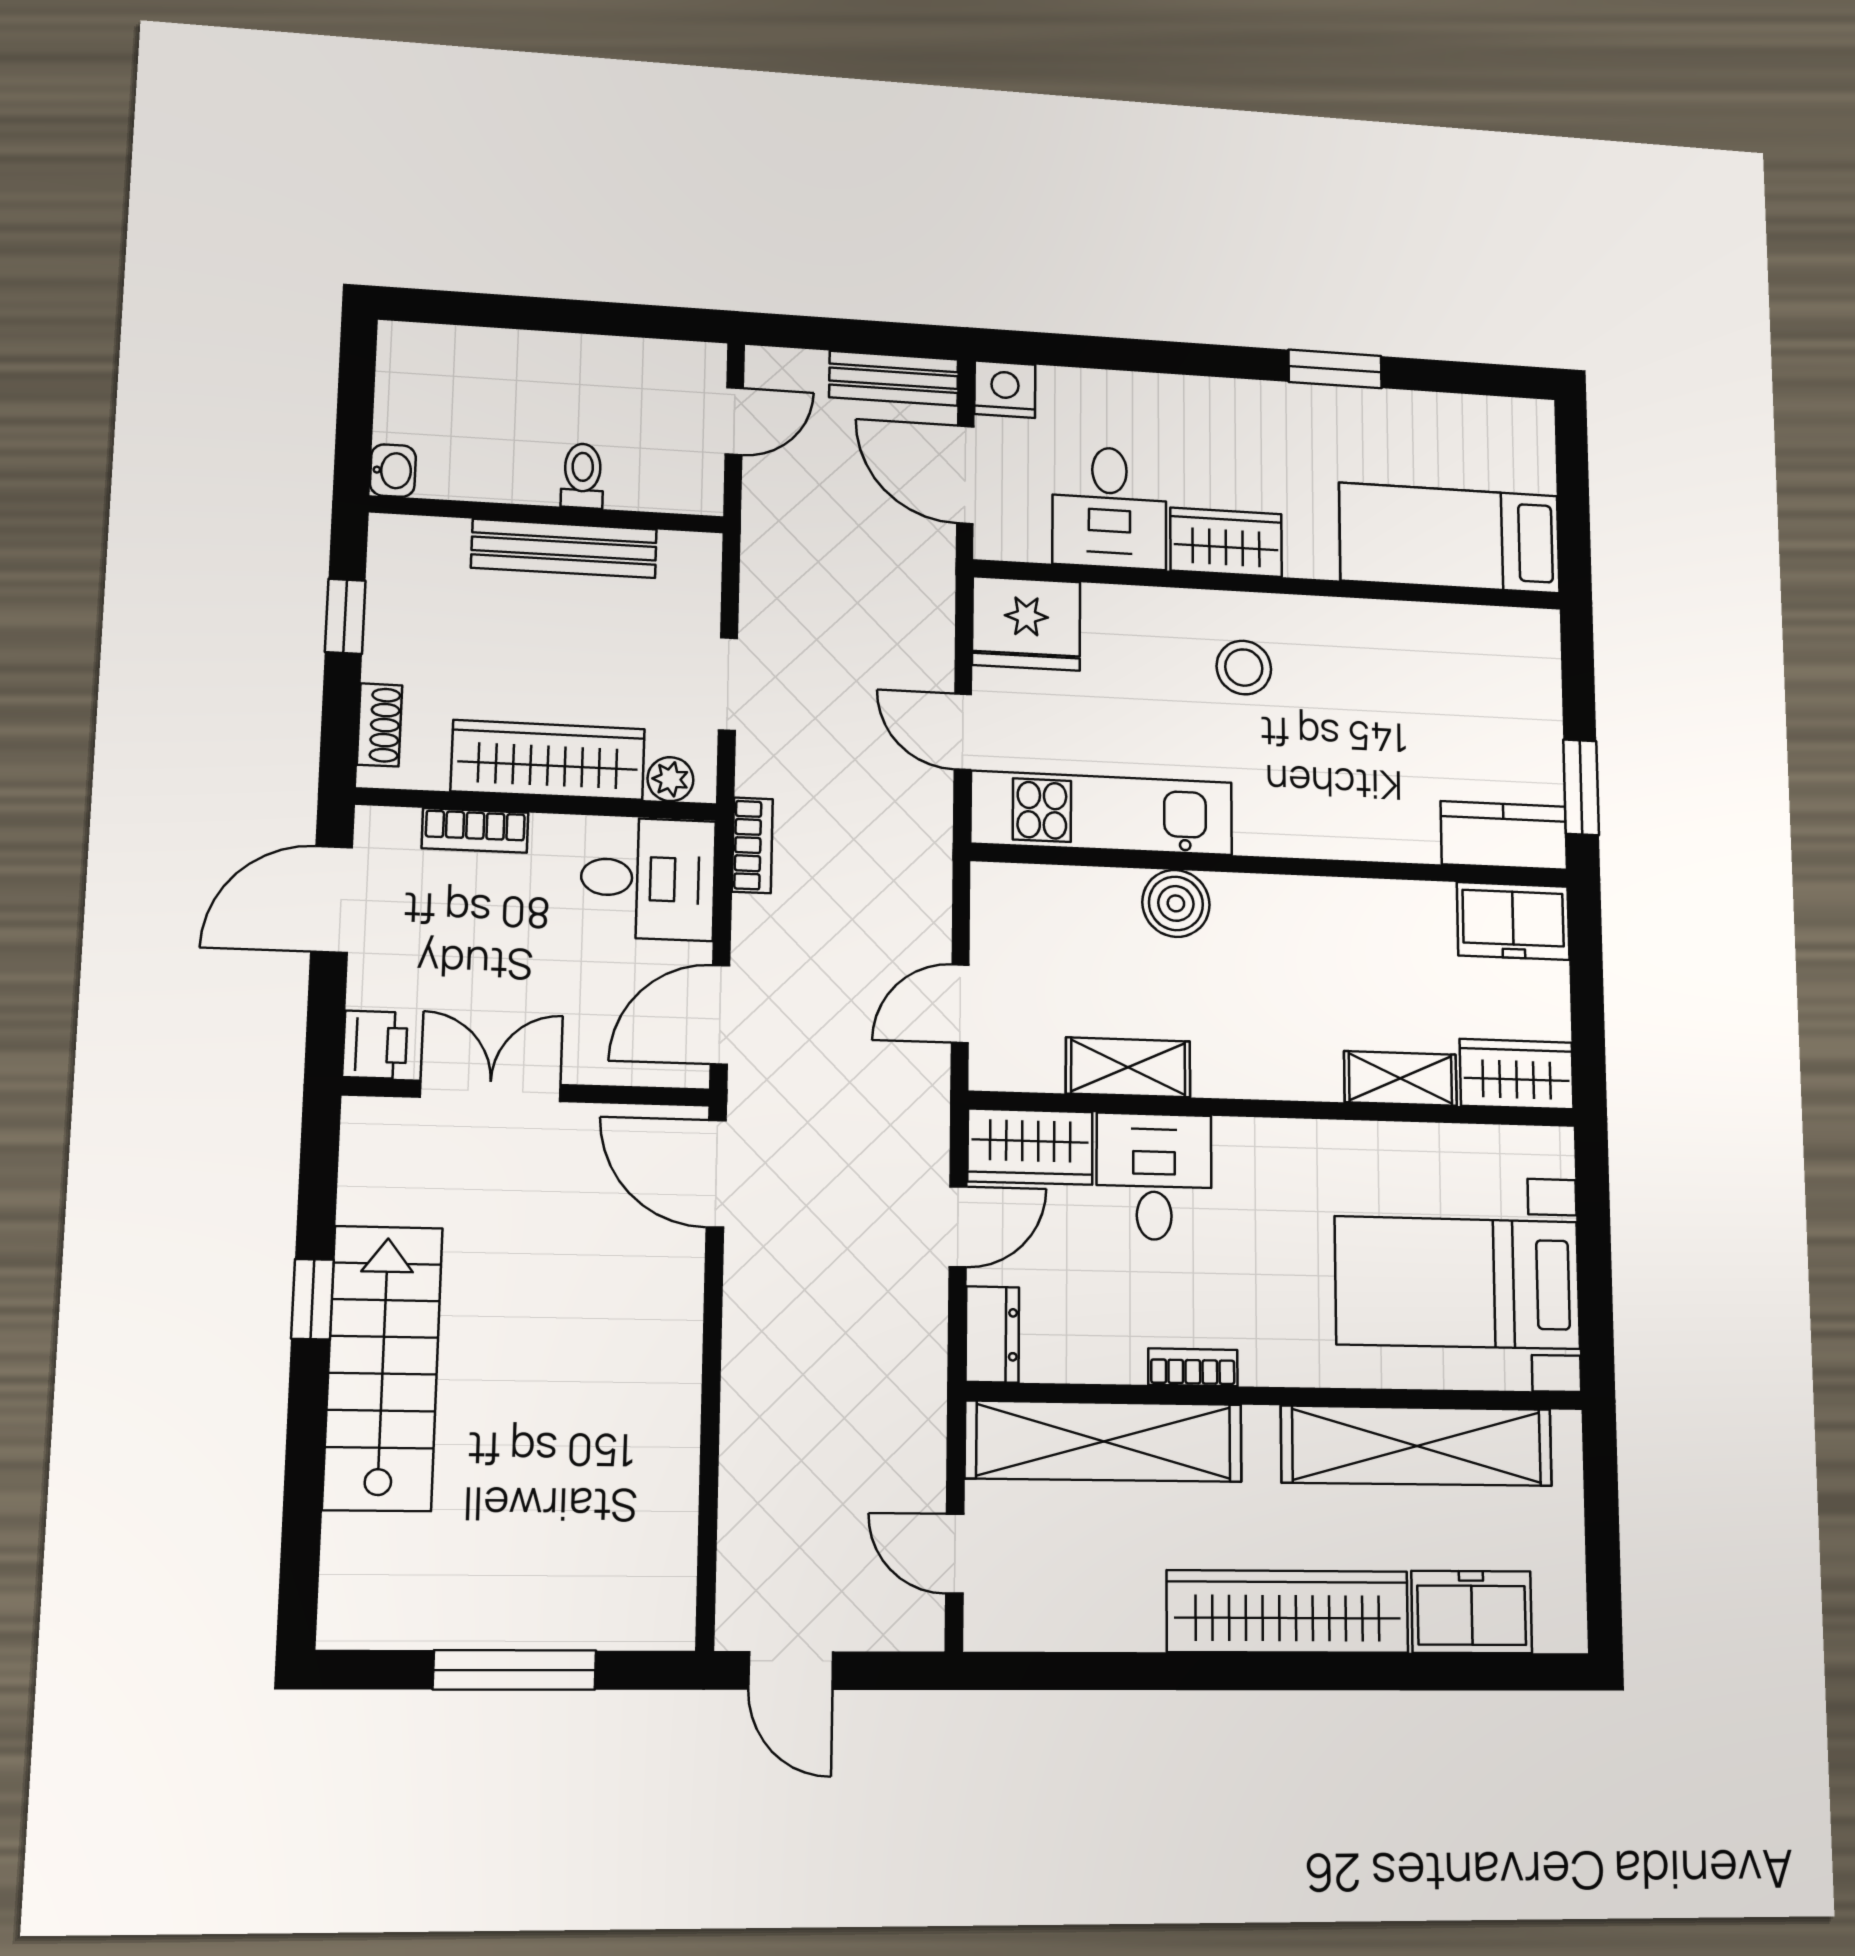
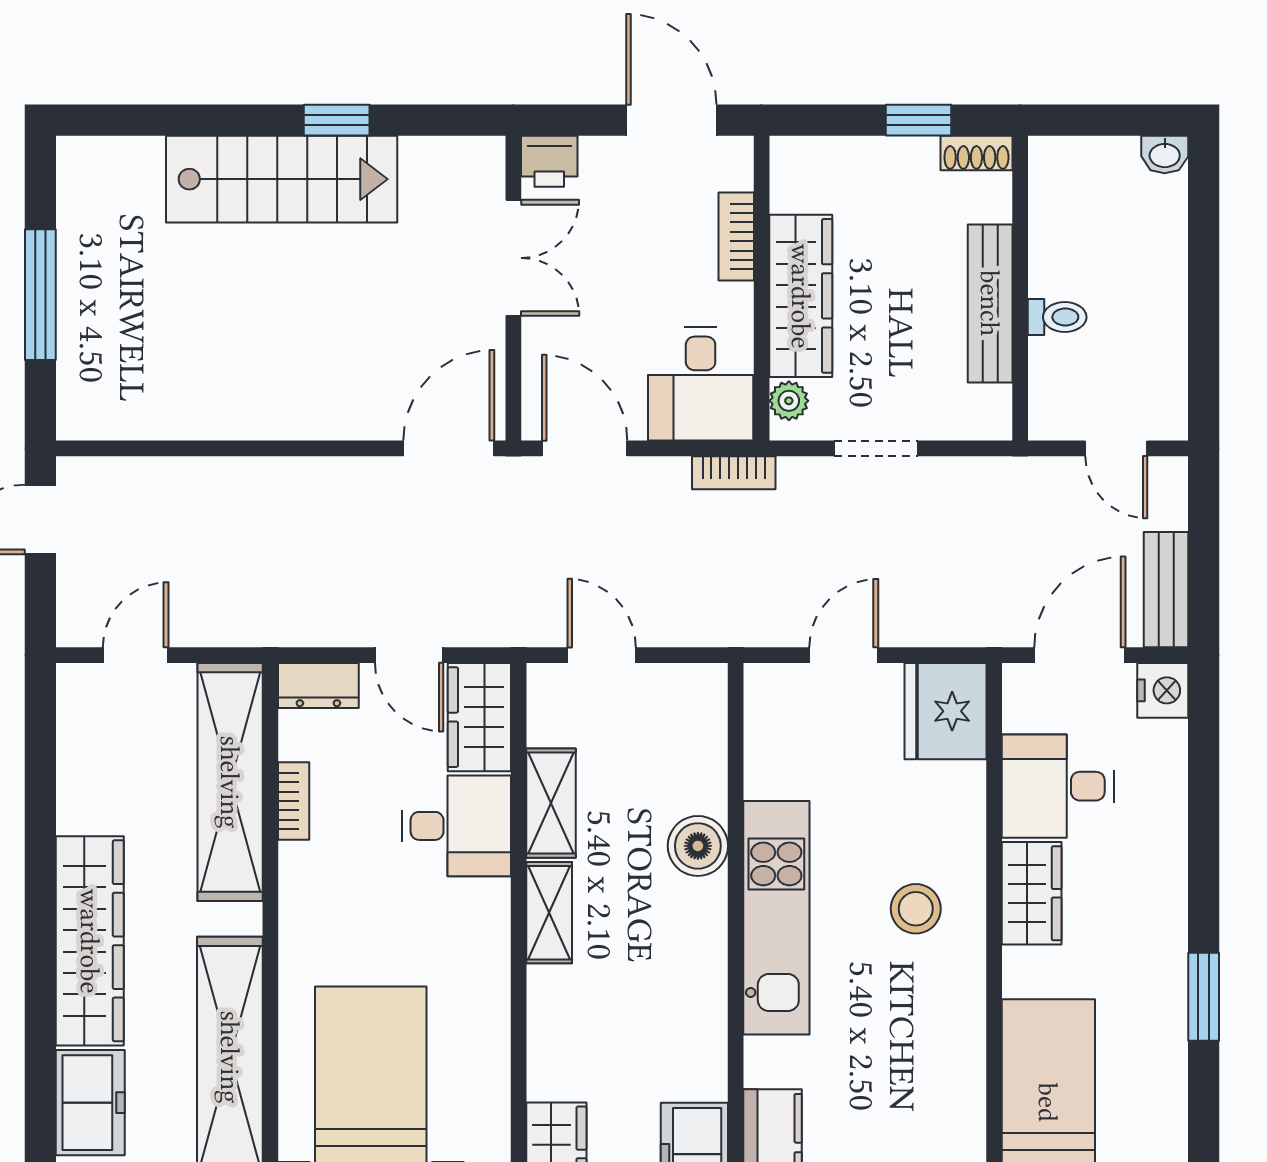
washbasin: (393, 471) -> (1165, 154), moved
shoe rack: (380, 725) -> (976, 153), moved
kitchen unit: (1102, 813) -> (776, 918), moved
shelving: (1400, 1078) -> (549, 913), moved
bookcase: (1193, 1367) -> (294, 801), moved

